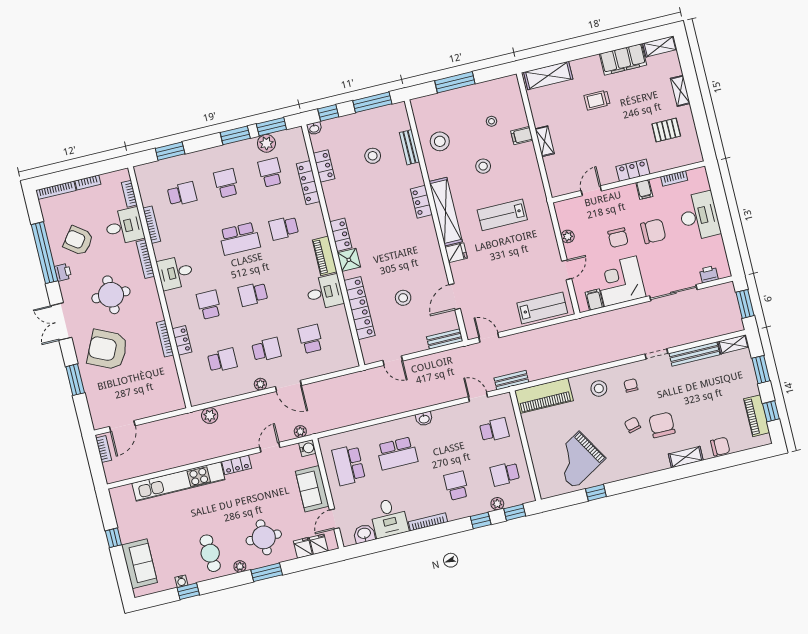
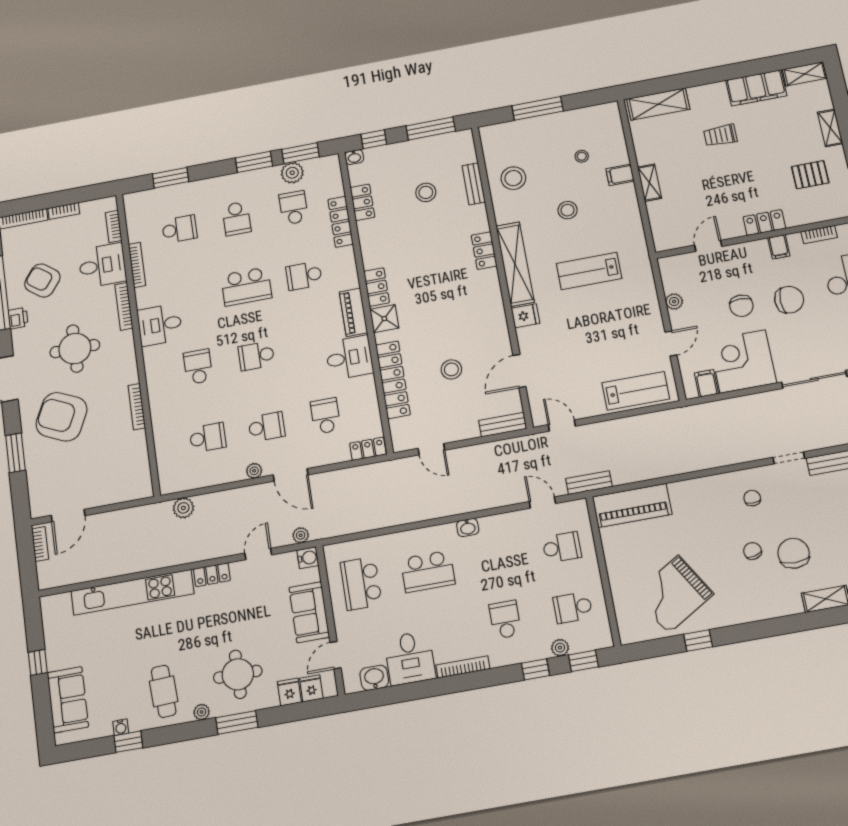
school desk: (226, 183) -> (236, 218), turned 180
locker: (182, 340) -> (368, 449), moved, turned -90
stool: (599, 388) -> (708, 500), removed

